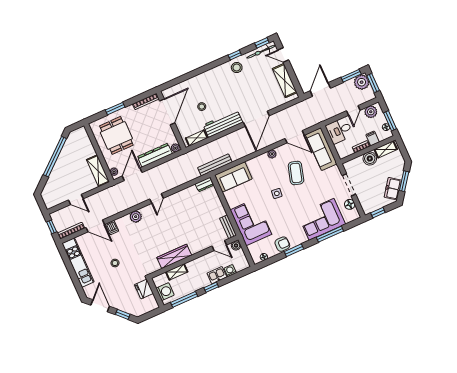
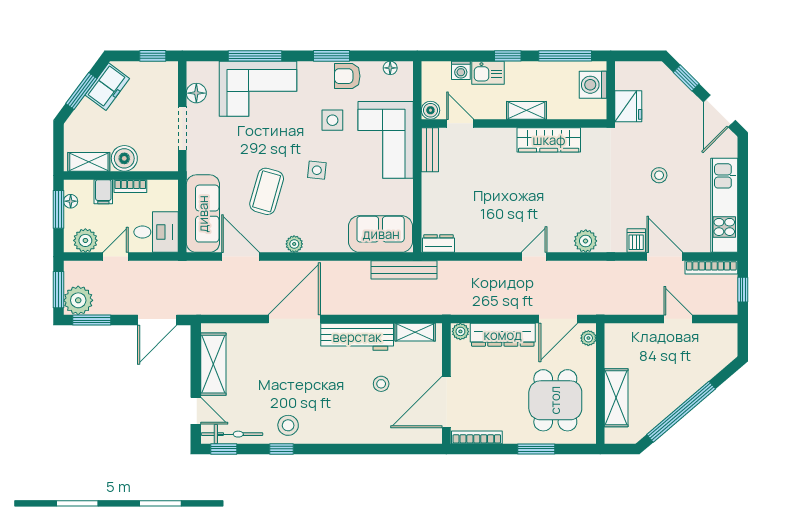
shelving: (98, 171) -> (616, 398), moved
side table: (280, 220) -> (332, 120), added
shelving: (177, 272) -> (527, 110), moved

